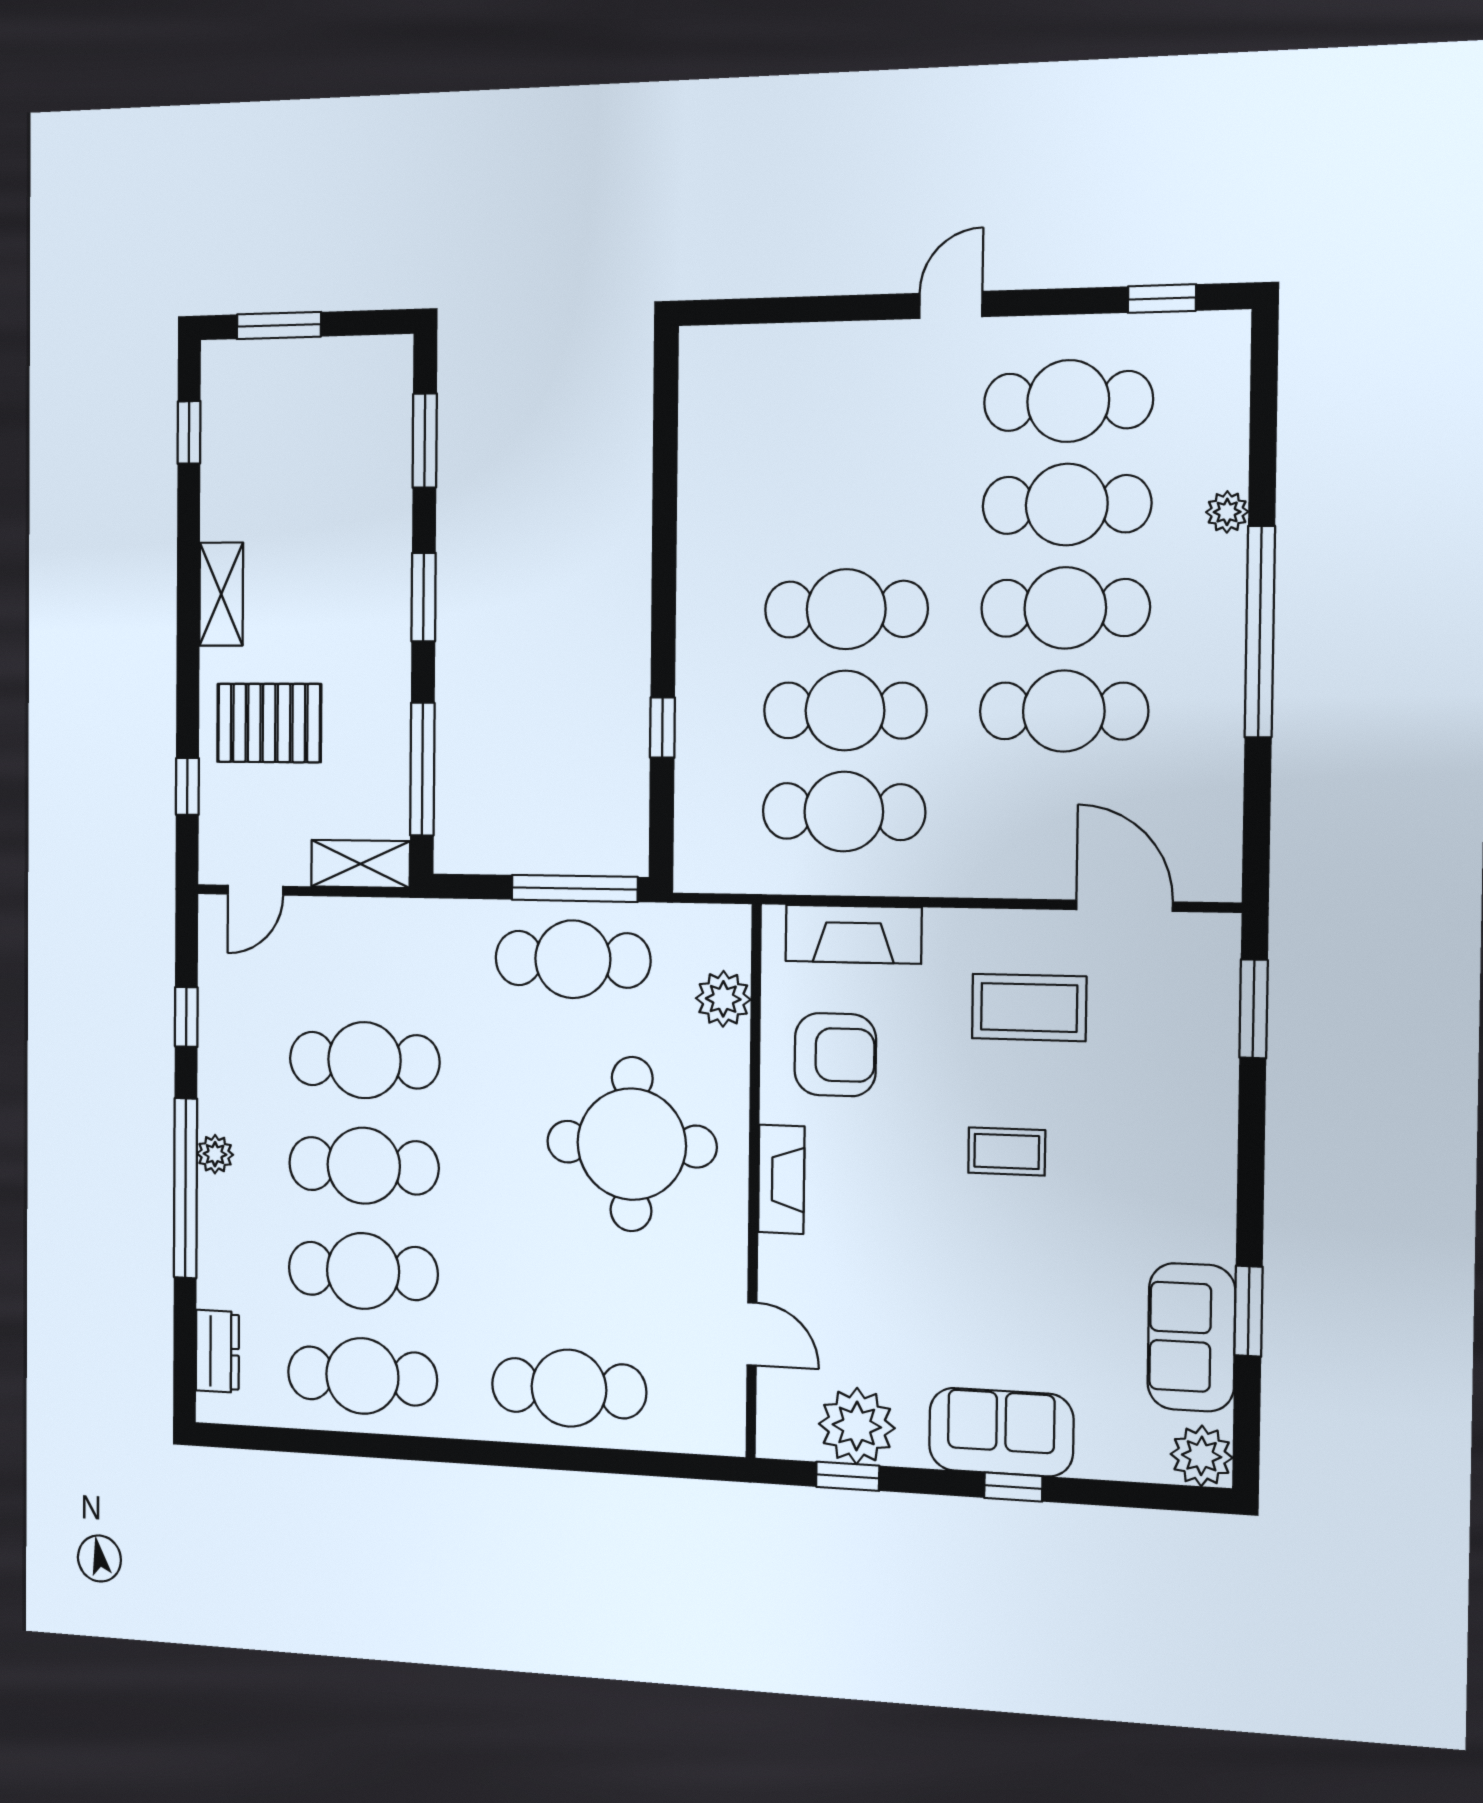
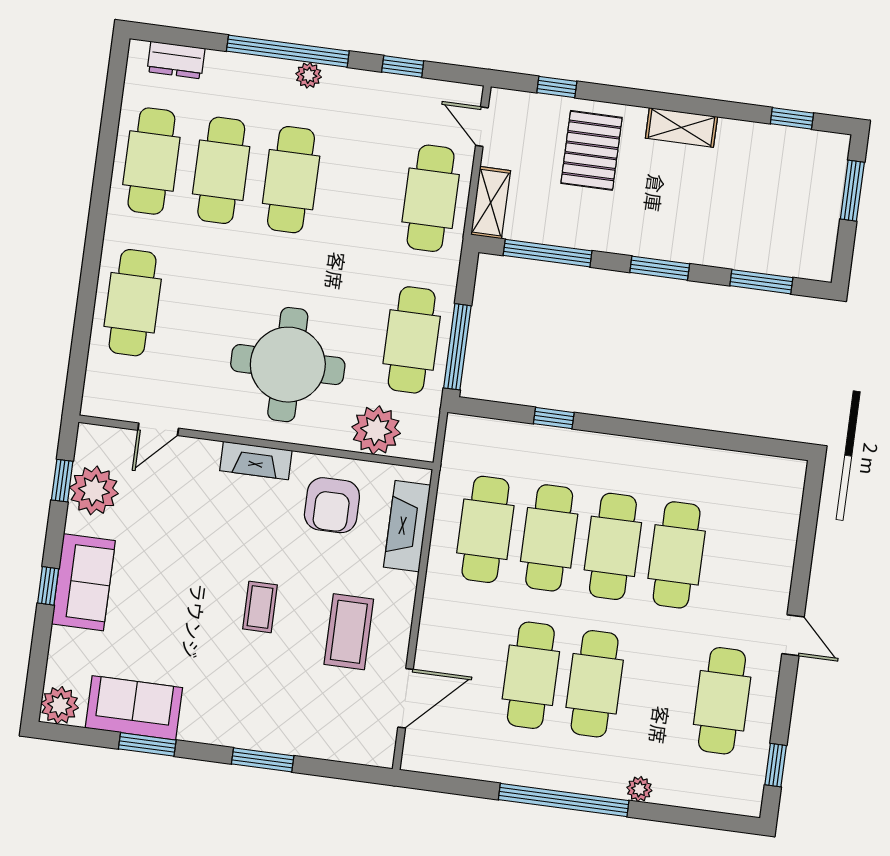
cafe table: (1067, 505) -> (677, 555), moved
plant: (723, 999) -> (376, 430), width x1.36, depth x1.36
window: (1254, 1009) -> (263, 760), moved
cafe table: (364, 1060) -> (431, 198), moved

